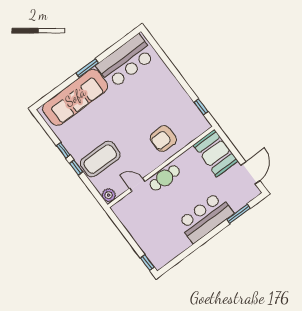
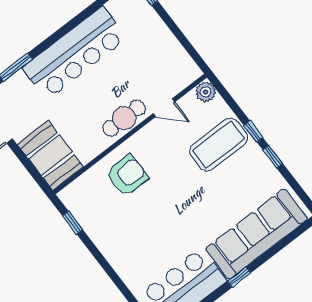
window: (87, 68) -> (239, 277), width x0.67
bar counter: (205, 218) -> (75, 53), width x1.36

